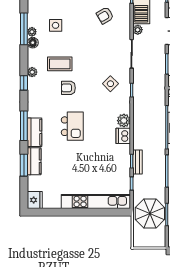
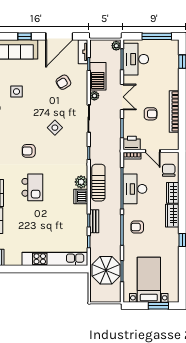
coffee table: (60, 64) -> (20, 128), removed
side table: (110, 84) -> (55, 128), moved
sun lounger: (142, 121) -> (98, 183), added

